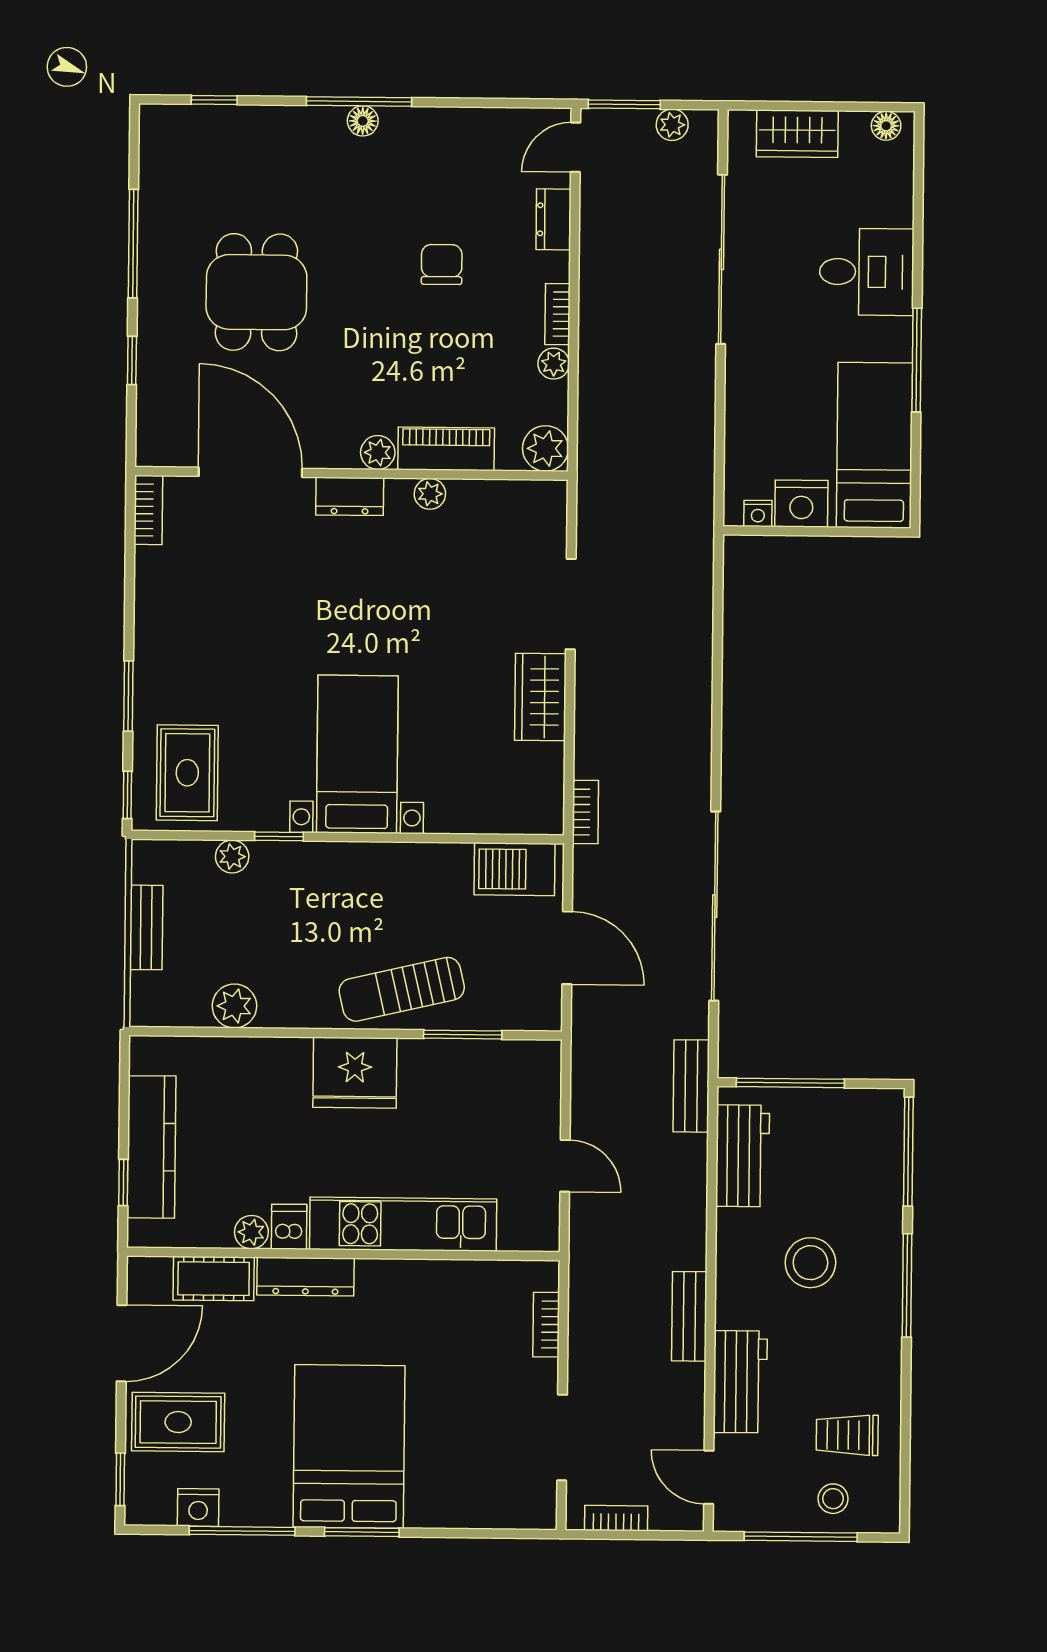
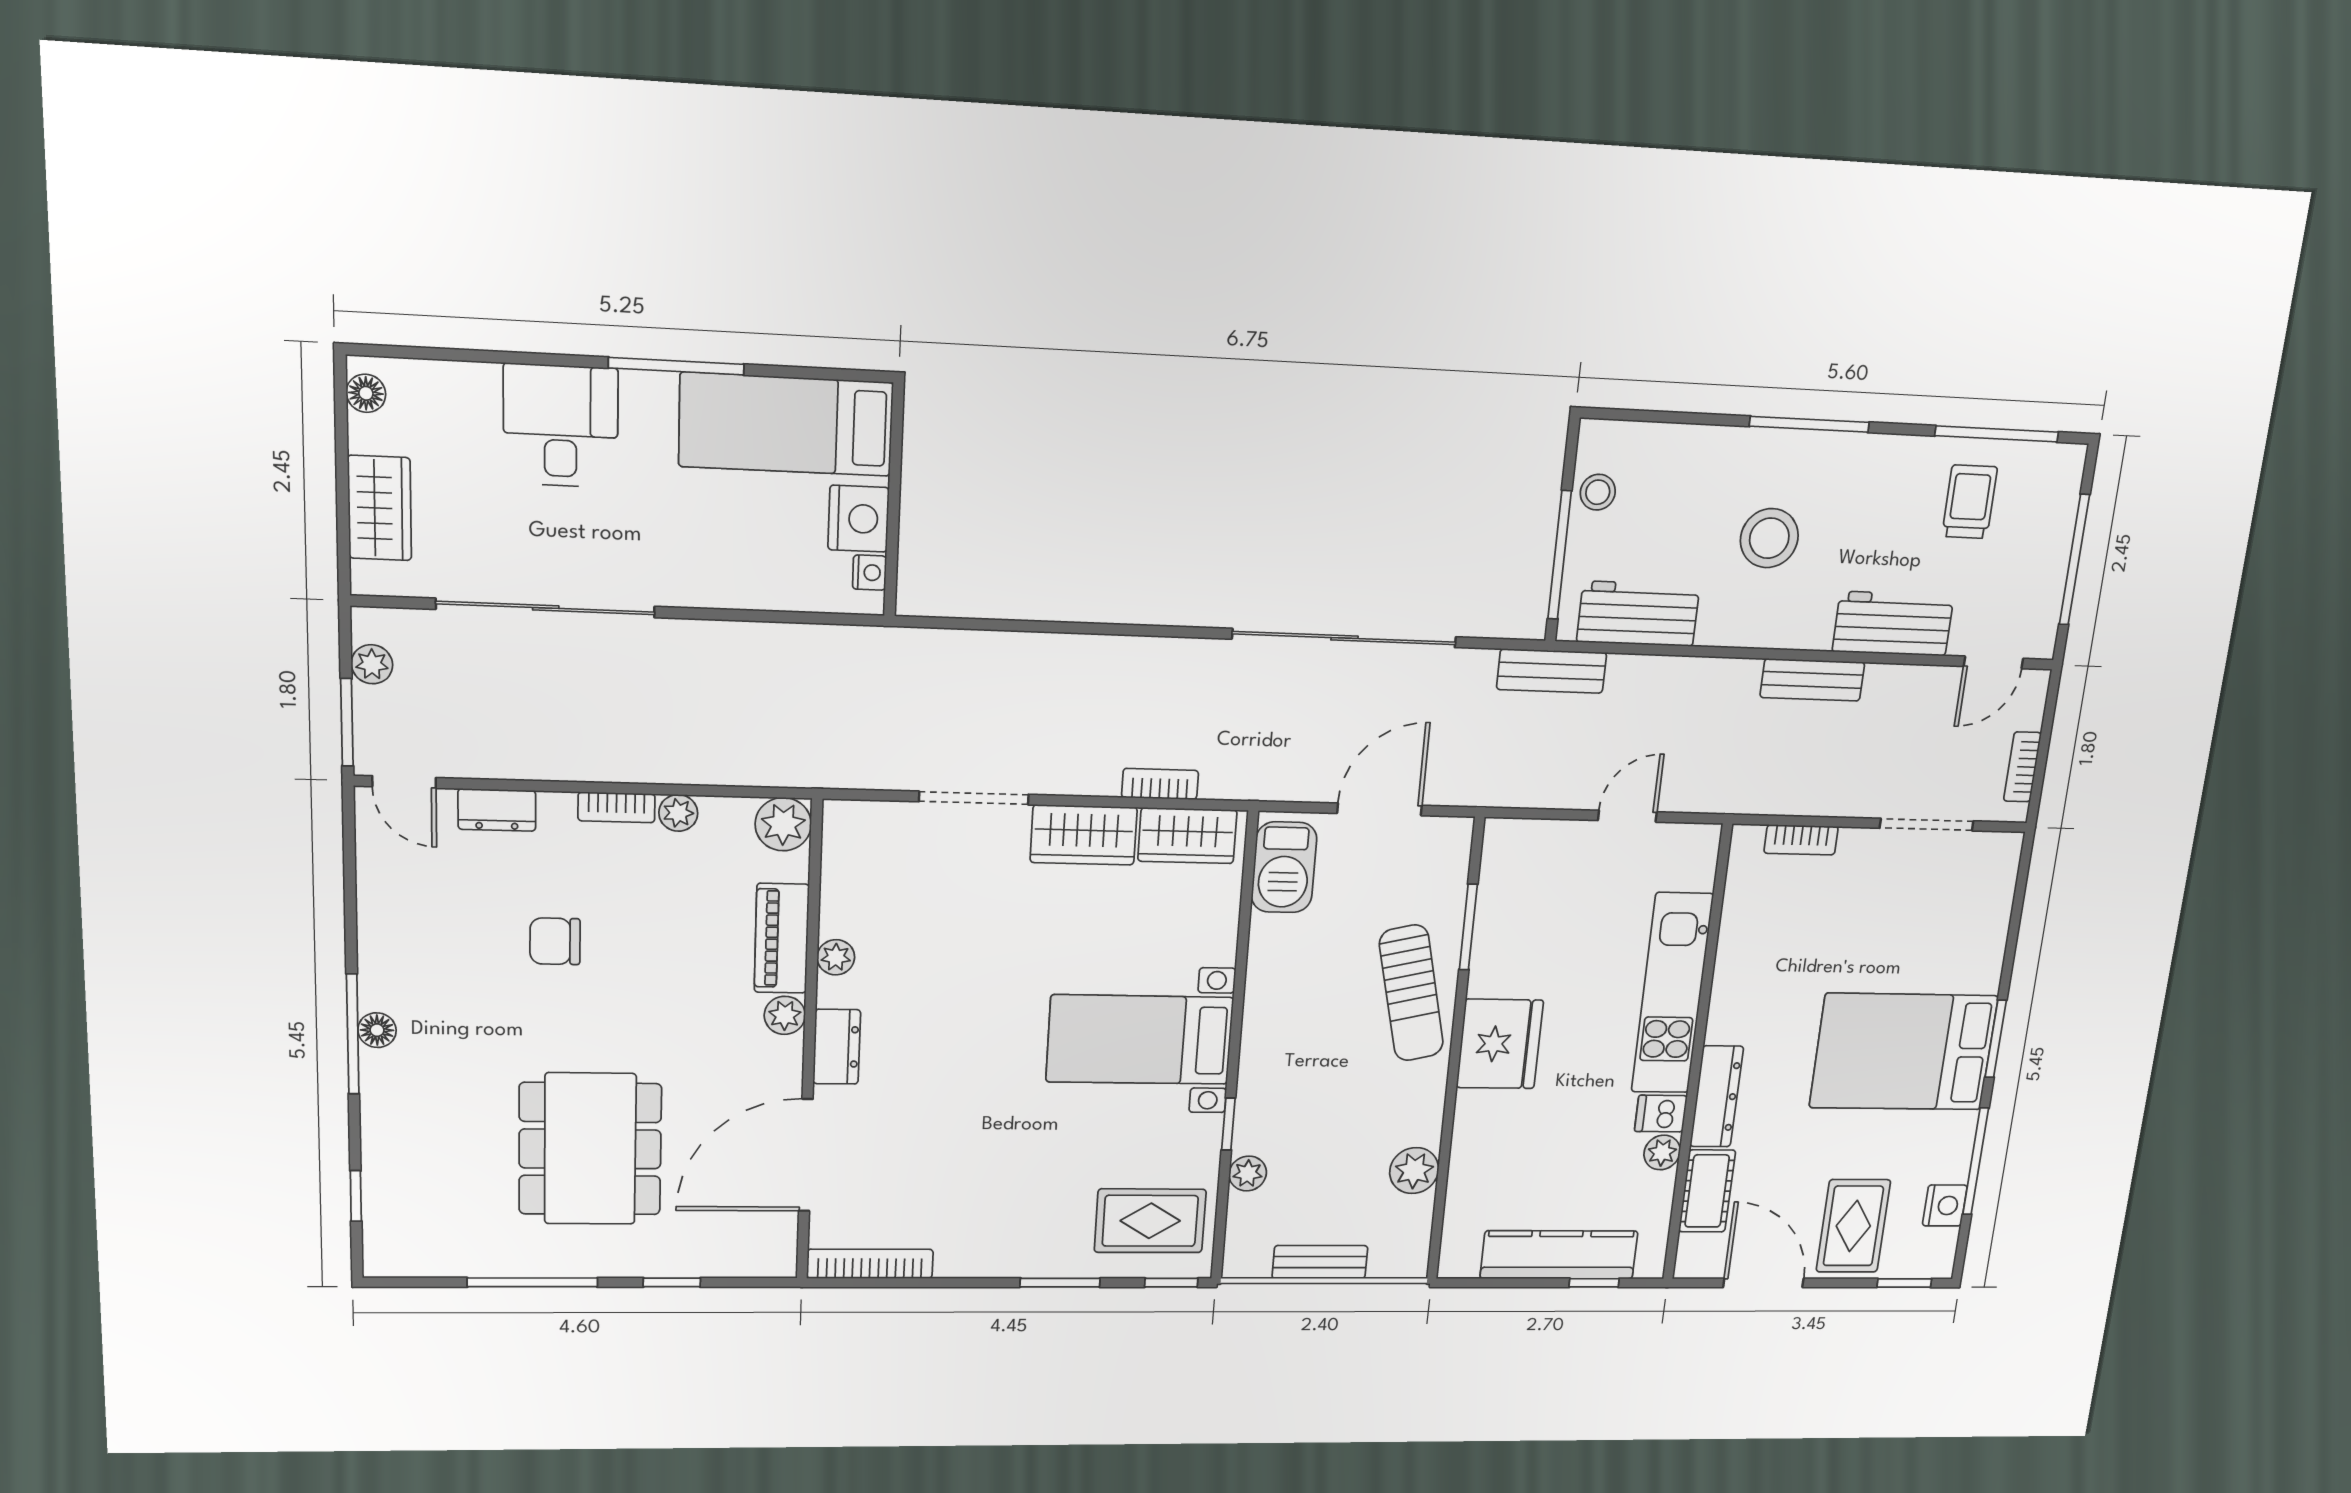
dining table: (256, 292) -> (590, 1149), width x1.38
bookcase: (148, 510) -> (870, 1264), width x1.56
wardrobe: (541, 785) -> (1187, 836), added
bookcase: (585, 812) -> (1160, 784), moved
window: (908, 1152) -> (1997, 434), moved
trolley: (847, 1435) -> (1970, 502), turned 180
stool: (833, 1499) -> (1598, 492), moved

